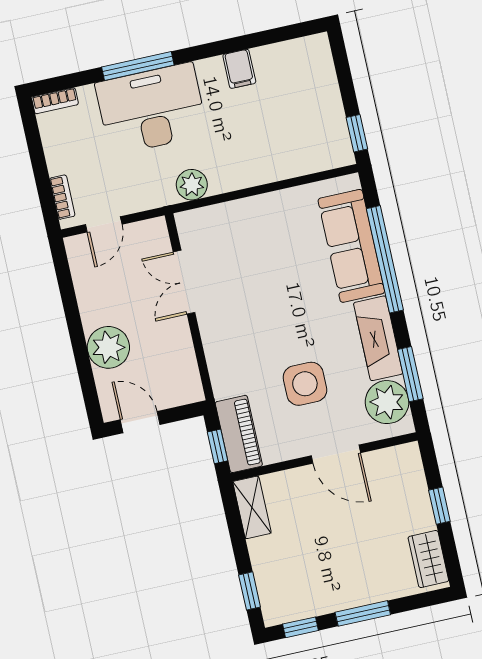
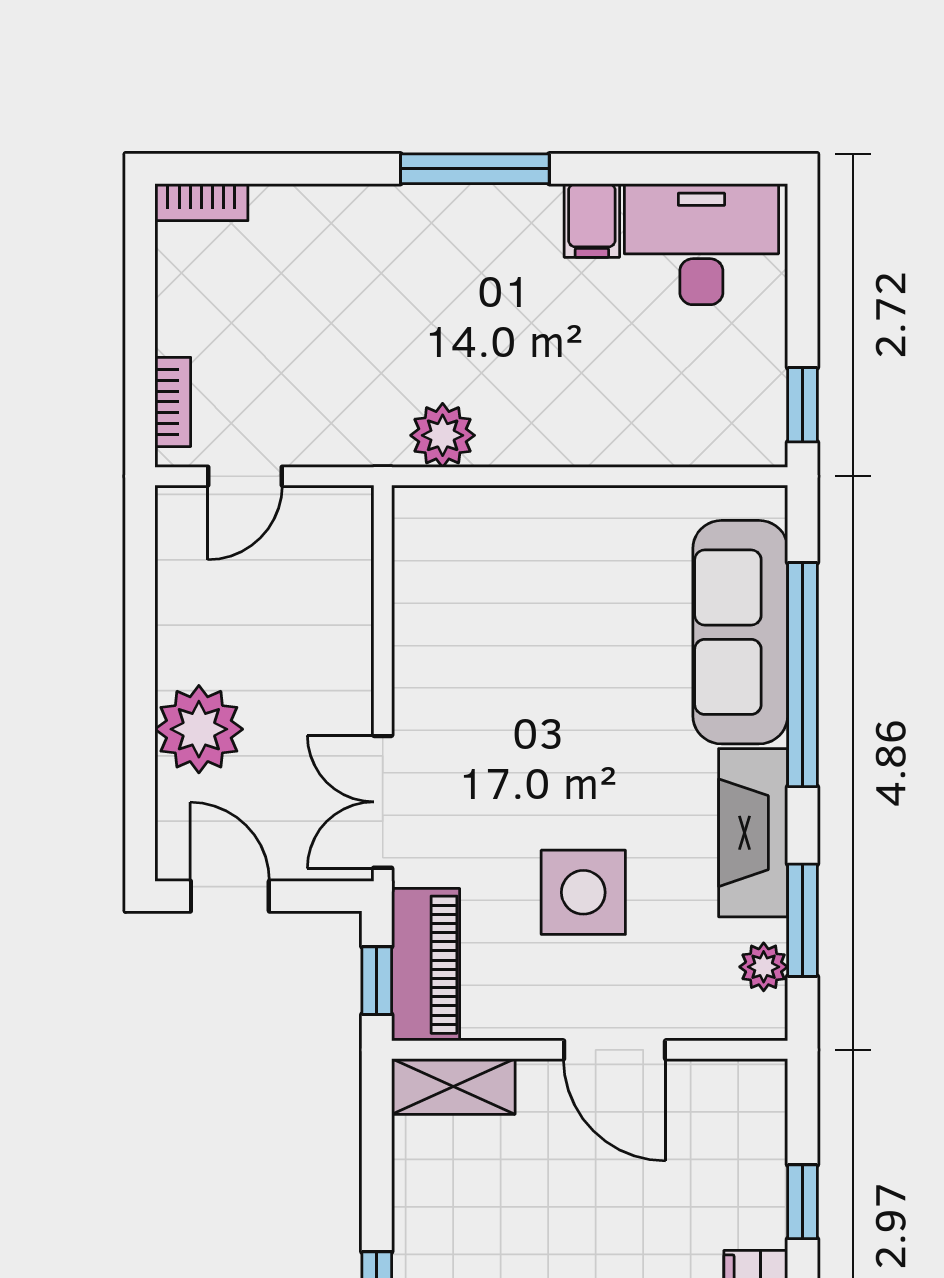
window: (138, 66) -> (475, 169), moved
desk: (151, 109) -> (701, 244), moved, width x0.73, depth x0.77
double door: (184, 282) -> (383, 802), moved
plant: (387, 402) -> (764, 967), width x0.53, depth x0.53
shelving: (252, 507) -> (453, 1087), moved, turned 90

